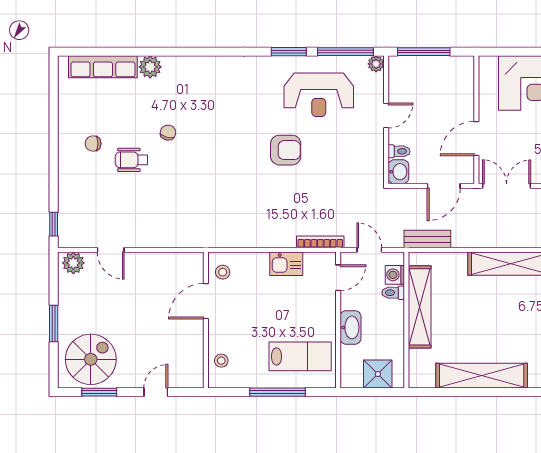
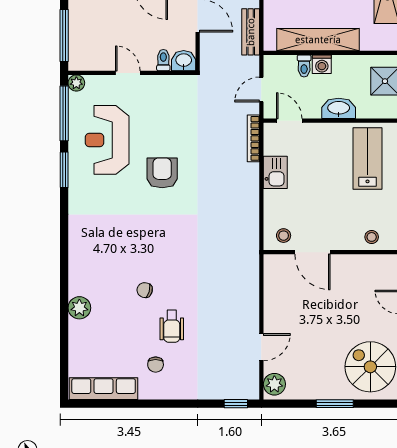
row of seats: (103, 67) -> (104, 389), moved, turned -90
reception desk: (319, 95) -> (107, 140), turned 180
washing machine: (395, 275) -> (322, 64), moved

